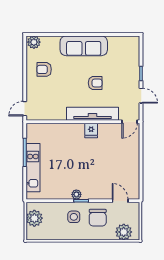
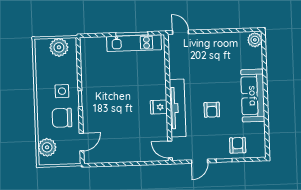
armchair: (44, 69) -> (238, 145), moved
kitchen unit: (33, 168) -> (134, 43), moved
plant: (76, 194) -> (87, 93), removed

